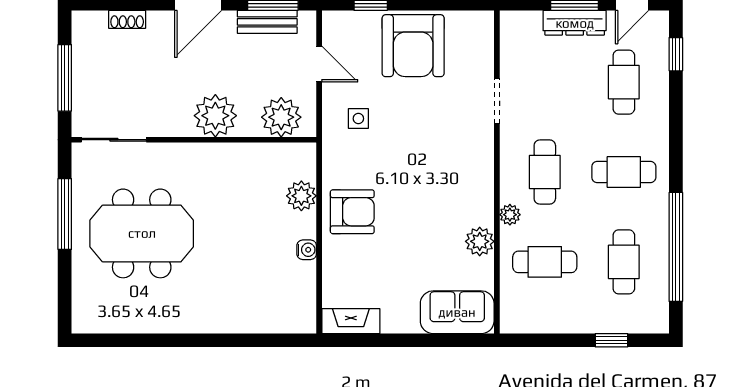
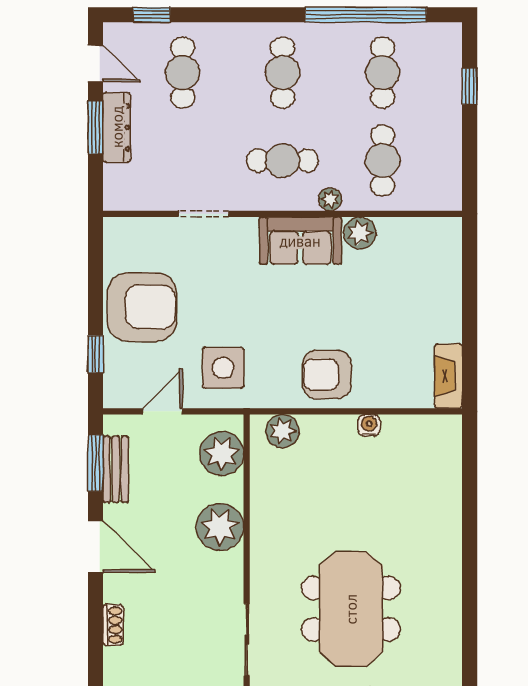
cafe table: (624, 82) -> (183, 73), turned 90
side table: (358, 119) -> (223, 368), width x1.87, depth x1.87
plant: (301, 196) -> (282, 431), moved
armchair: (352, 212) -> (327, 375), turned -90
cafe table: (624, 262) -> (383, 73), turned 90
sofa: (457, 312) -> (300, 241), moved, turned -90

